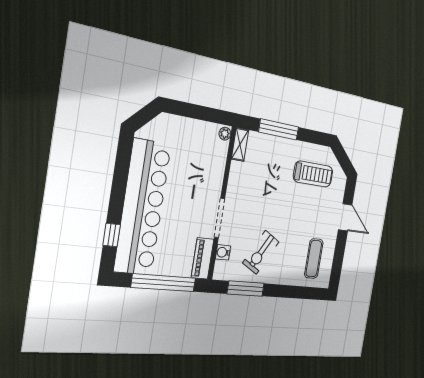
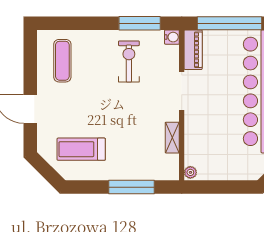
shelving: (240, 144) -> (172, 138), moved
water cooler: (223, 252) -> (172, 37), moved
exercise bike: (261, 252) -> (129, 61), turned -30

